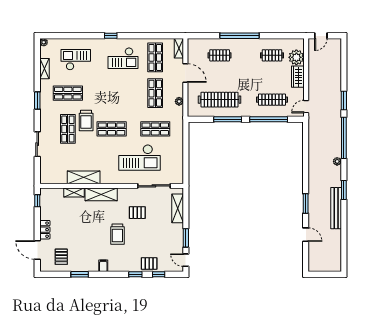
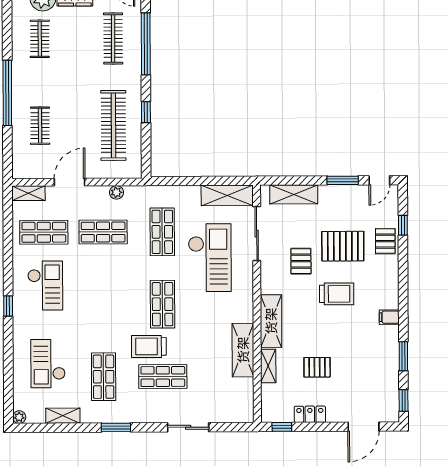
window: (228, 119) -> (146, 112), width x0.46
trolley: (86, 121) -> (149, 346), turned 180
shelving: (177, 168) -> (227, 195), added
locker: (45, 230) -> (310, 414), moved
pallet: (146, 238) -> (343, 246), added
pallet: (61, 257) -> (317, 367), moved
window: (135, 274) -> (403, 400), moved

